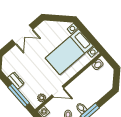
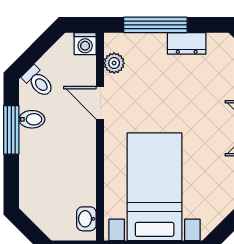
door: (58, 91) -> (100, 103), hinge flipped

